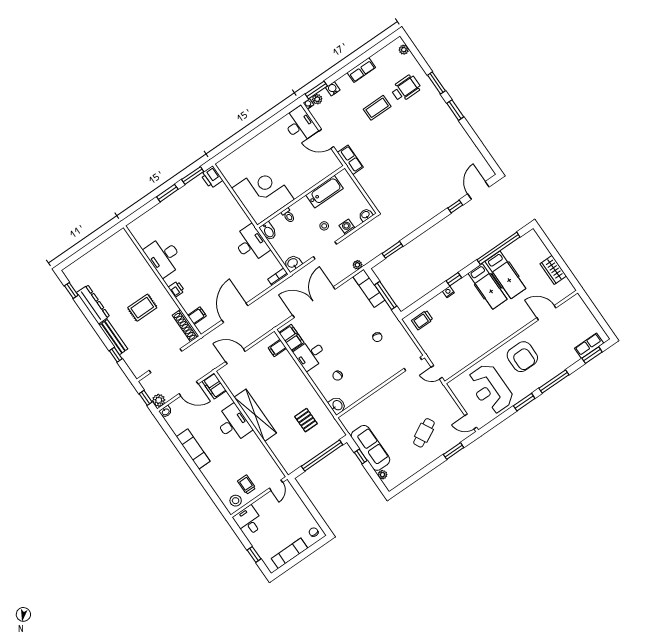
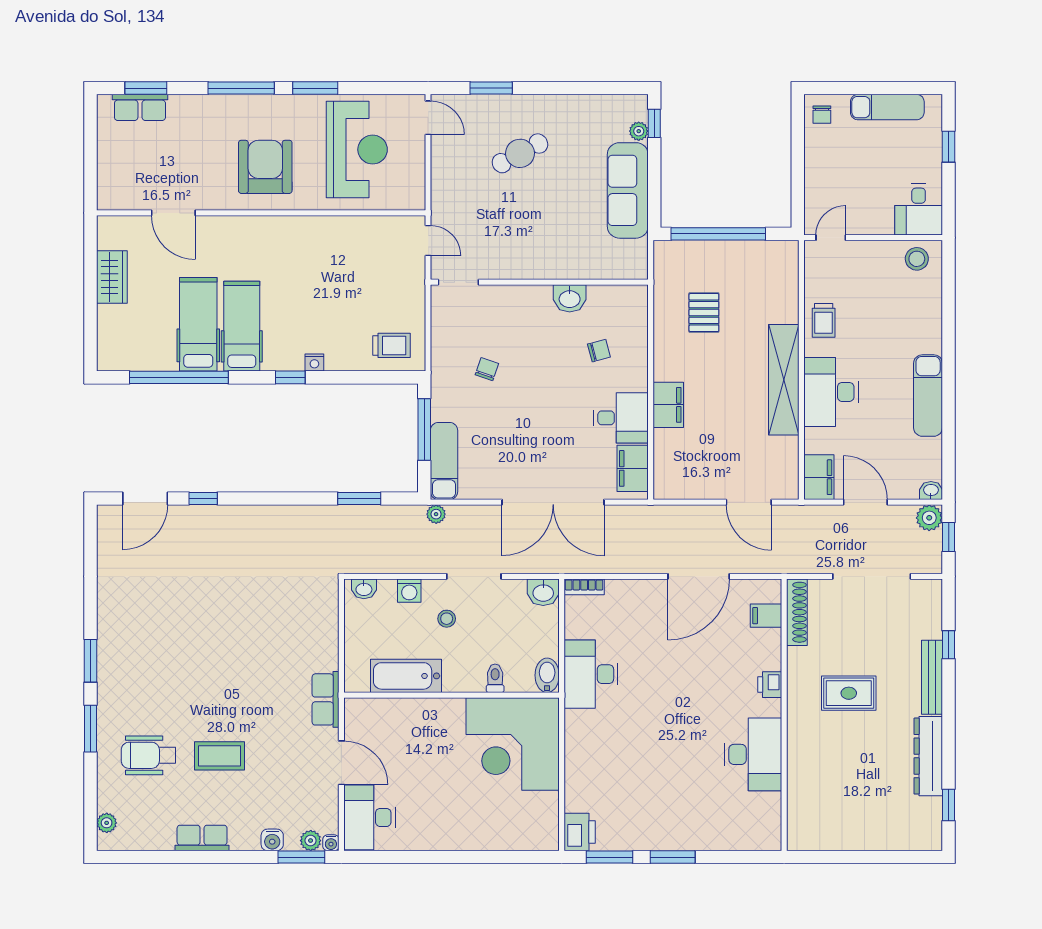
filing cabinet: (277, 348) -> (668, 405), moved, width x2.00
washbasin: (337, 405) -> (570, 298), moved, turned -90
window: (361, 457) -> (654, 123), moved
trolley: (247, 485) -> (824, 320), moved

